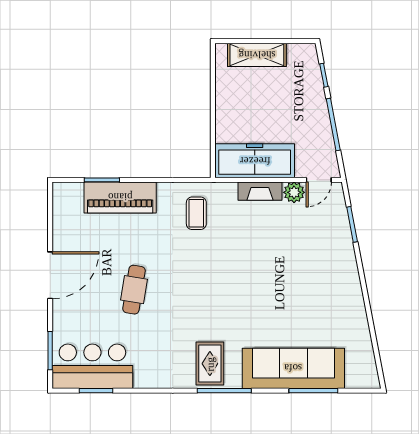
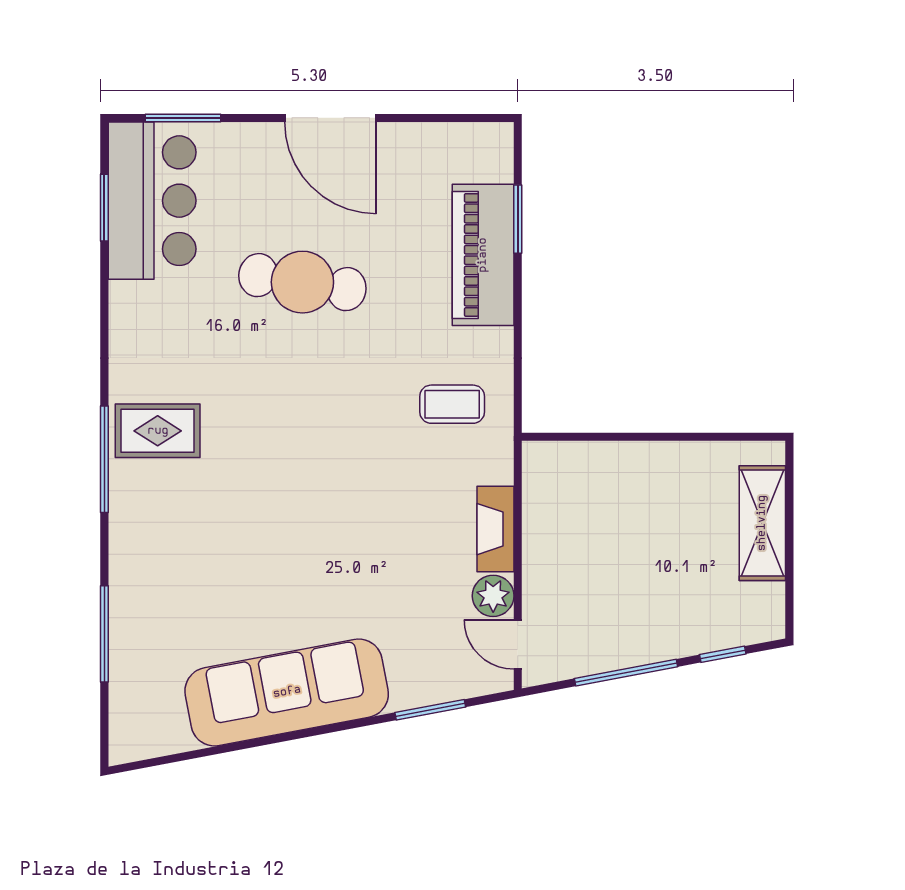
freezer: (255, 161) -> (555, 519), removed
cafe table: (134, 290) -> (302, 282), width x1.37, depth x1.35
sofa: (293, 368) -> (287, 692), moved, turned -101

